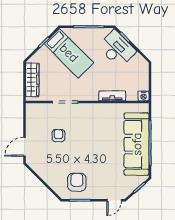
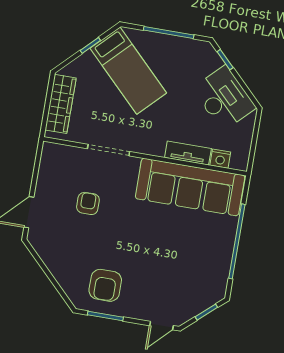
desk: (117, 49) -> (224, 98), moved
nightstand: (143, 96) -> (220, 159), moved
sofa: (137, 144) -> (190, 187), moved, turned -90
armchair: (77, 182) -> (105, 285), turned 180

